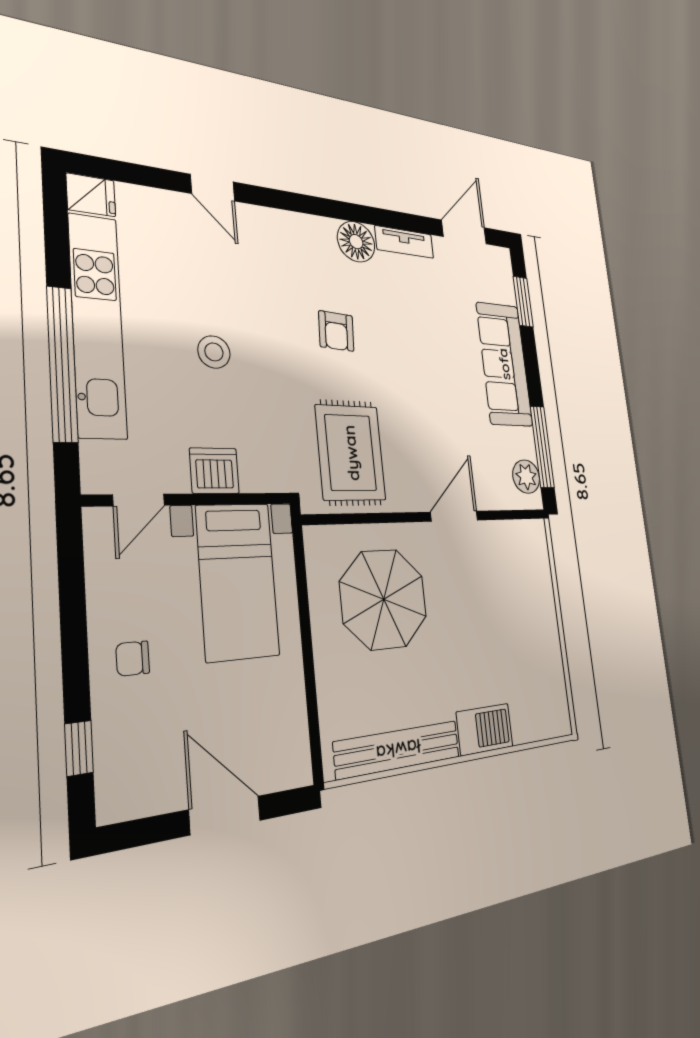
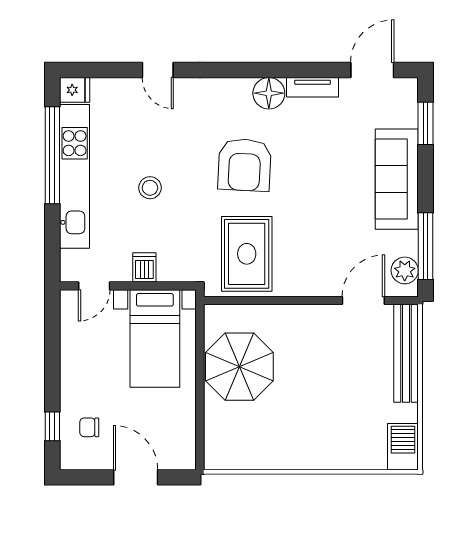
armchair: (336, 331) -> (245, 165), width x1.88, depth x1.88
window: (62, 364) -> (52, 155), moved
dishwasher: (214, 471) -> (144, 267), width x0.73
door: (454, 516) -> (363, 301), moved
parasol: (384, 599) -> (239, 367), moved
chair: (133, 658) -> (89, 427), moved
barbecue: (485, 729) -> (403, 447), moved, turned -90
bench: (398, 750) -> (406, 353), moved, turned 90

